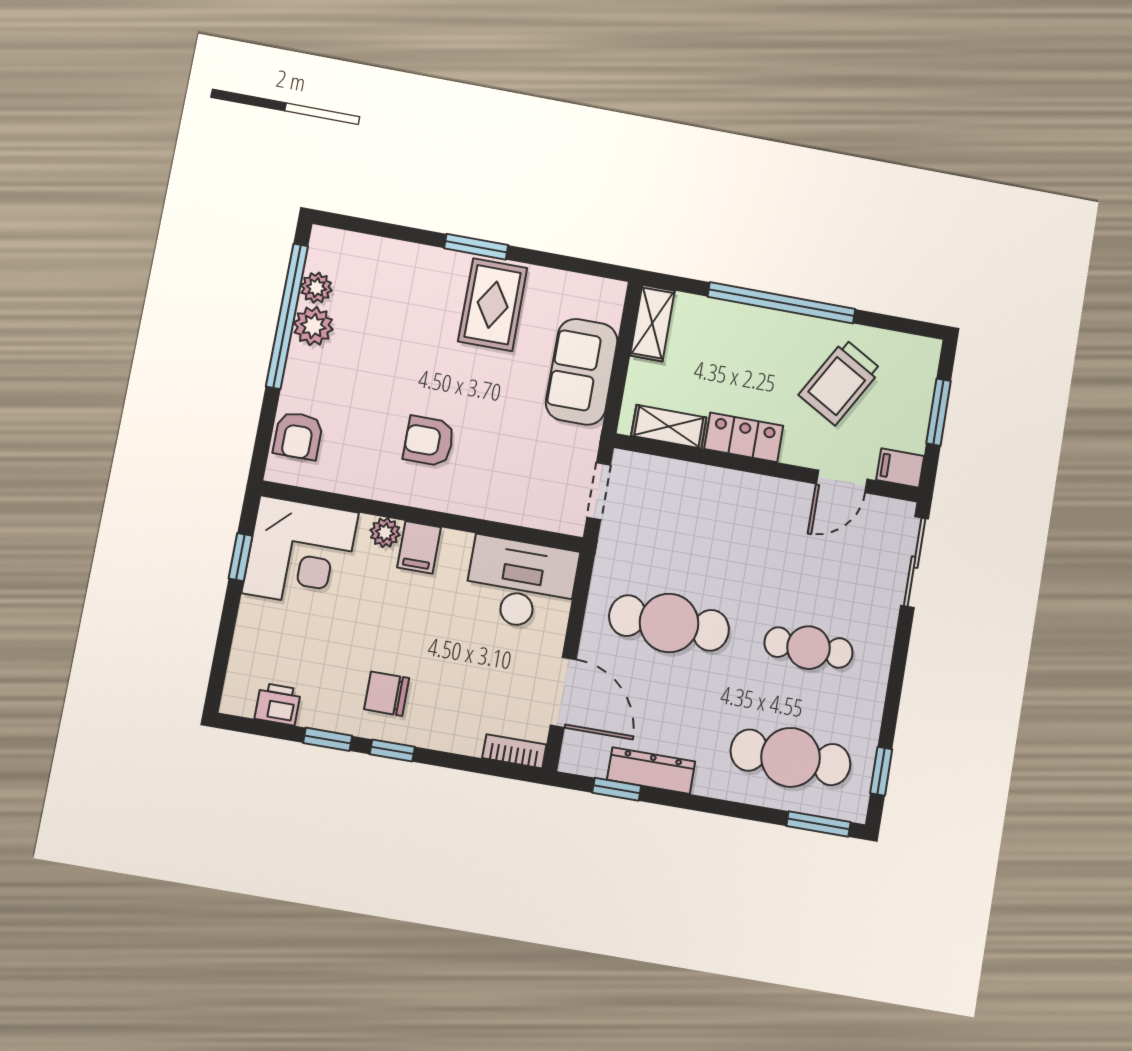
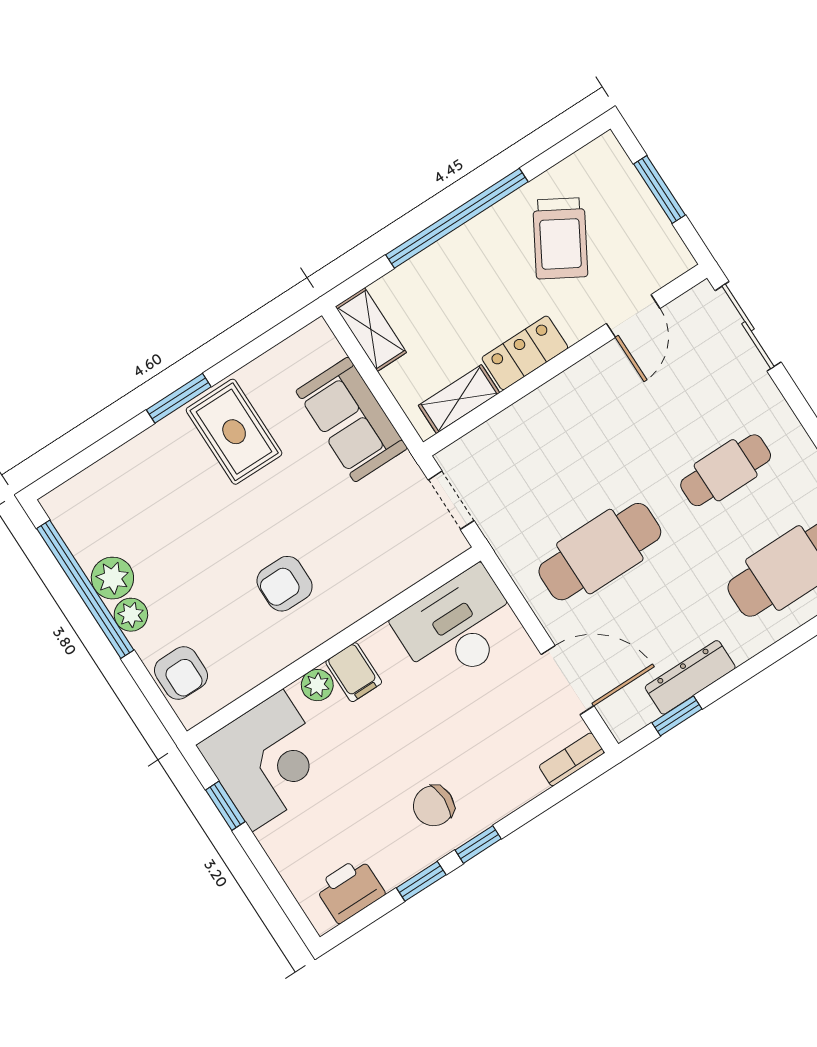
plant: (316, 288) -> (131, 615), moved
filing cabinet: (900, 468) -> (669, 262), removed
printer: (278, 704) -> (350, 890), width x1.36, depth x1.24

